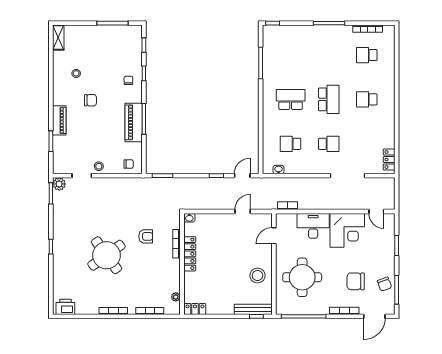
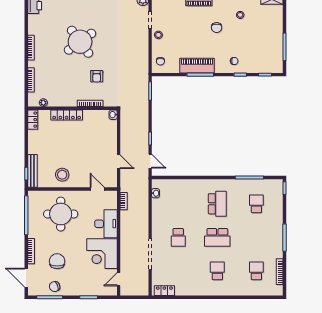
school desk: (291, 144) -> (256, 204), moved
locker: (190, 254) -> (67, 115), moved

